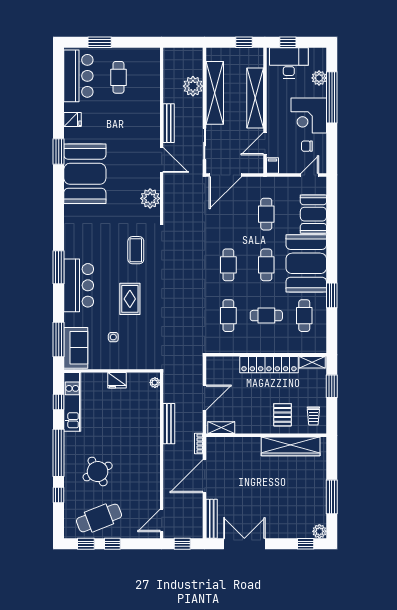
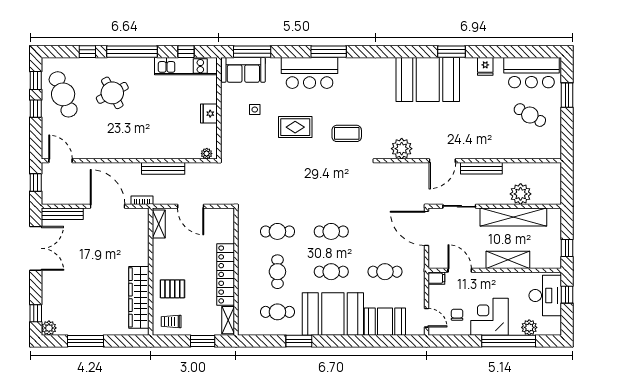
cafe table: (118, 77) -> (530, 115), turned 30
shelving: (255, 98) -> (508, 260), width x0.68

